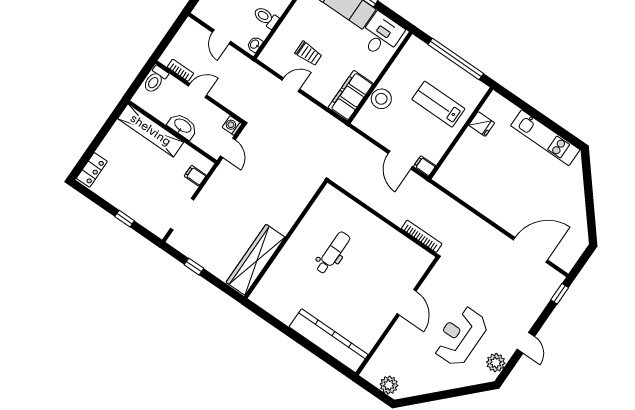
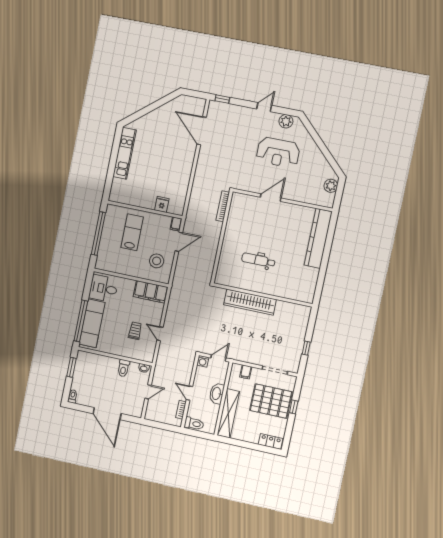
stool: (381, 99) -> (157, 261), moved
lab bench: (438, 104) -> (132, 232), turned 180
fridge: (482, 124) -> (162, 204), moved
pallet: (144, 192) -> (271, 401), added
wardrobe: (256, 260) -> (250, 302), moved

